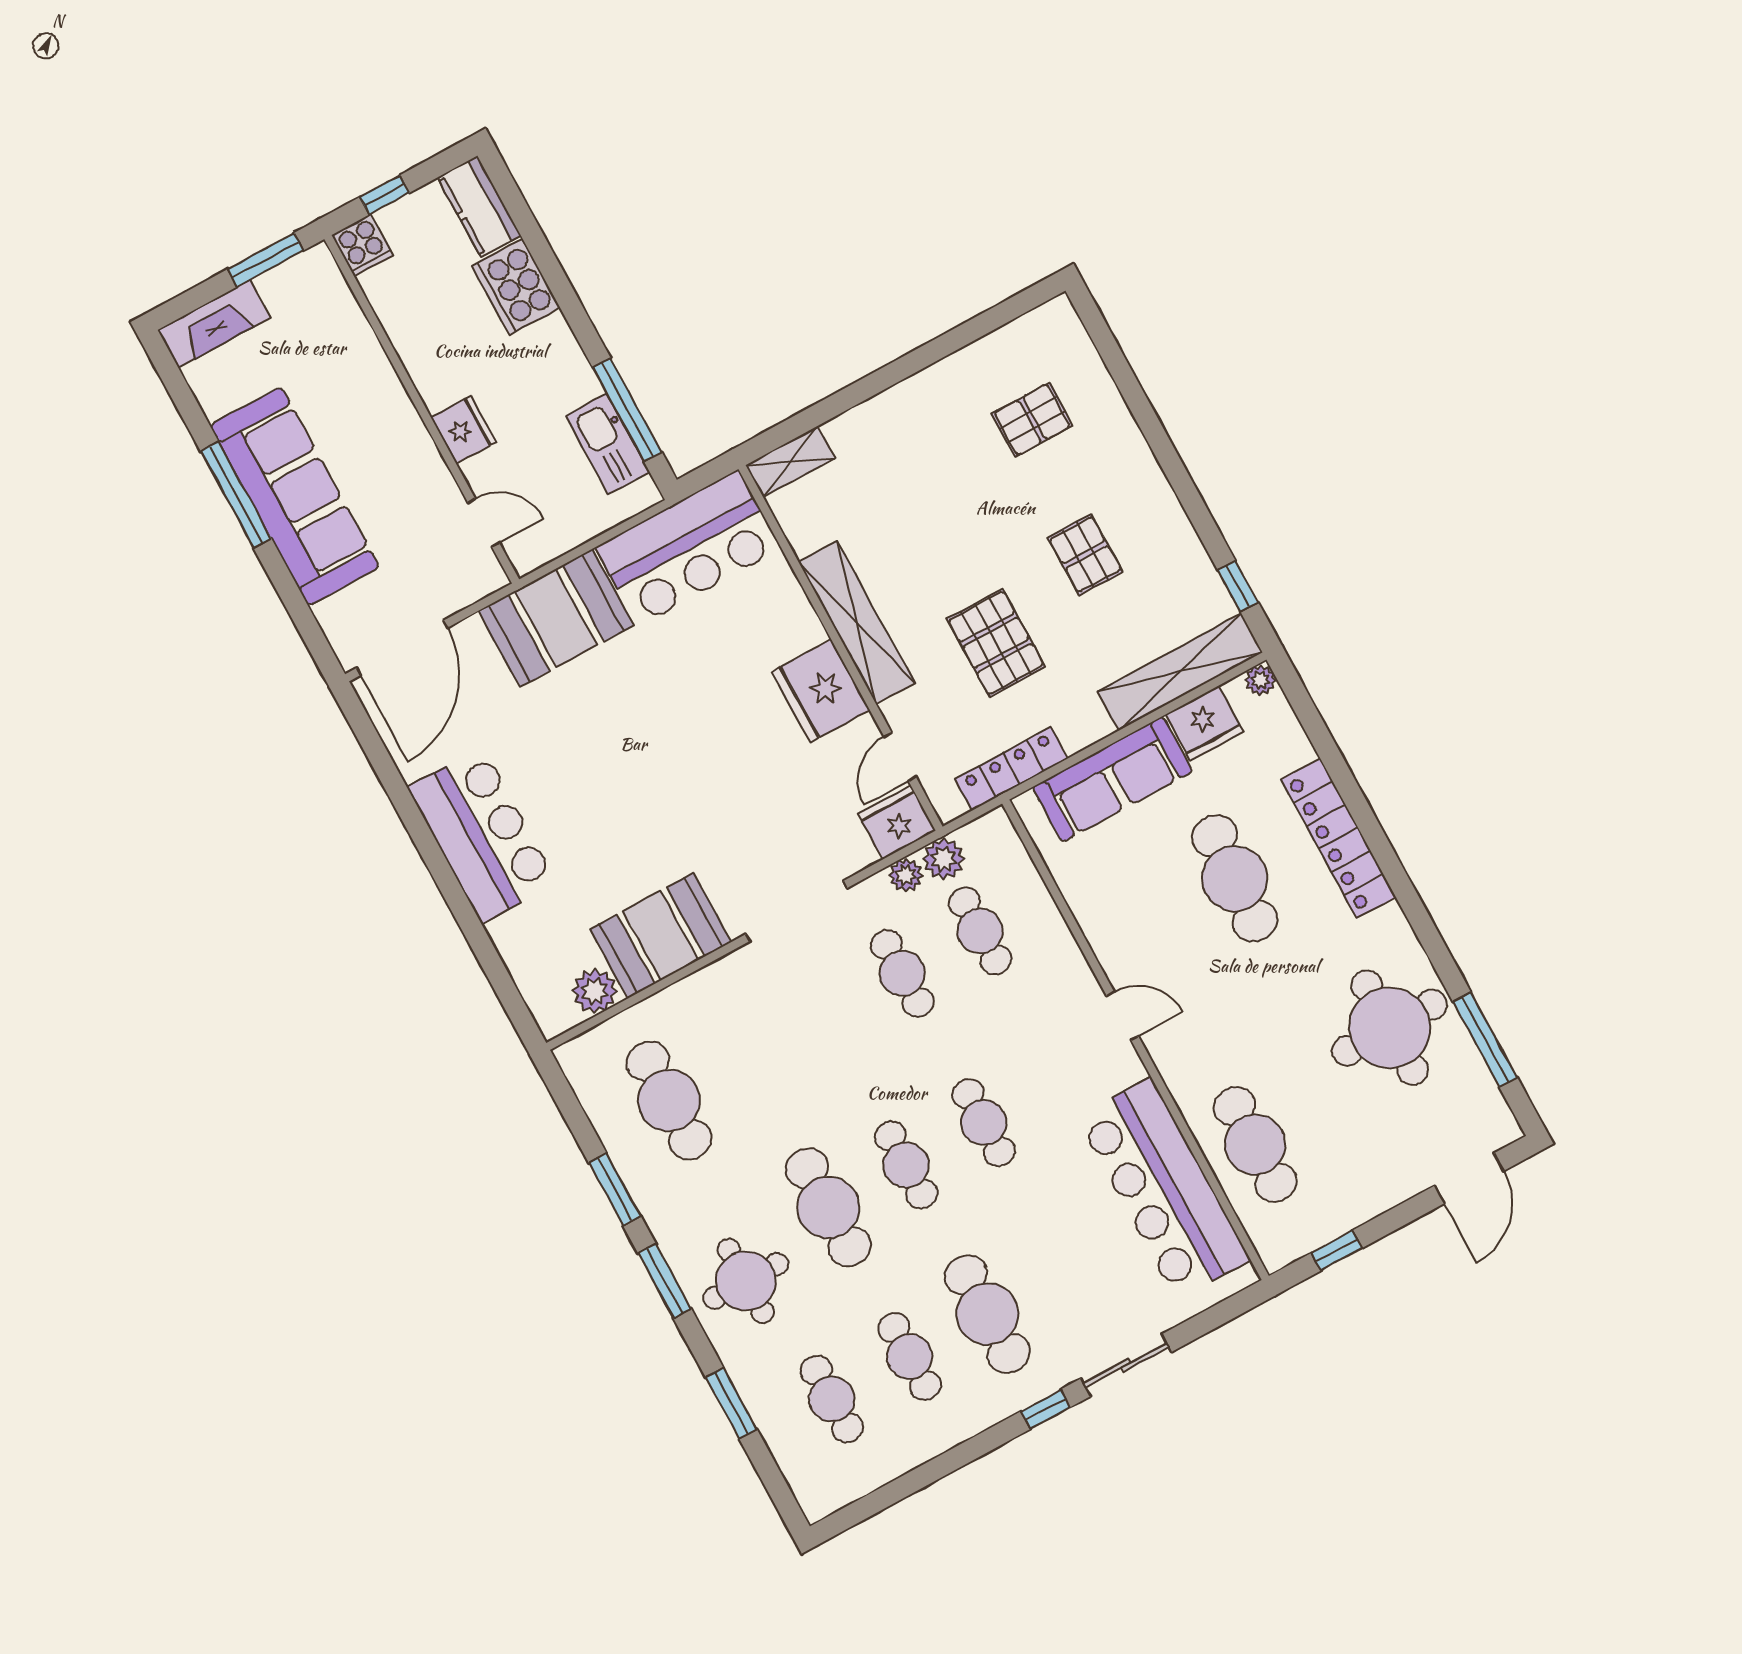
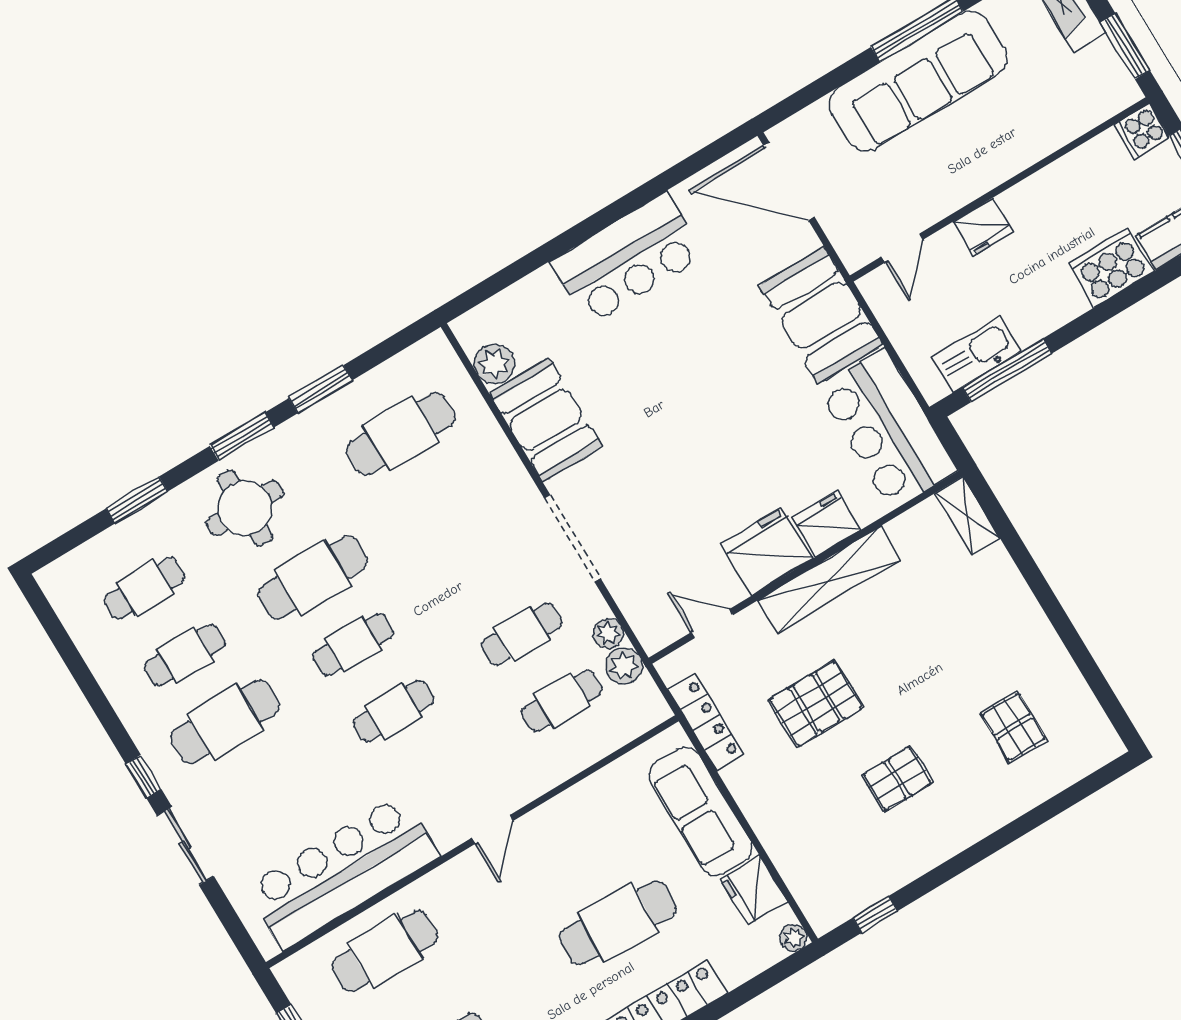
shelving: (1180, 672) -> (798, 867), removed
fridge: (897, 822) -> (826, 524), moved, turned -90

